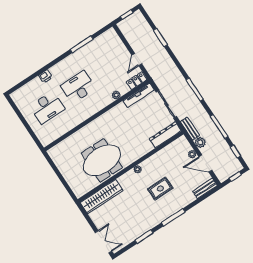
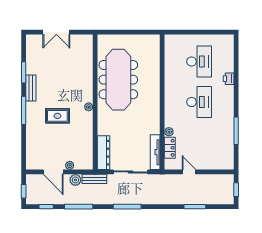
locker: (137, 81) -> (170, 148), moved
desk: (47, 108) -> (199, 62), turned 180
meeting table: (102, 160) -> (118, 80), width x1.36
door: (205, 164) -> (53, 172), swing flipped
bench: (205, 188) -> (31, 88), moved
rug: (160, 189) -> (57, 116), turned 90
wardrobe: (102, 197) -> (85, 58), removed
double door: (103, 242) -> (56, 32), moved

